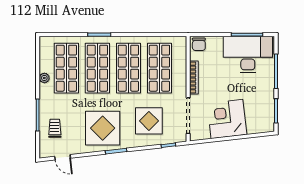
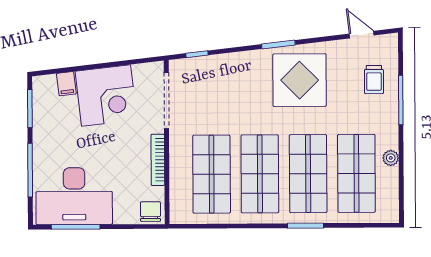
display table: (149, 121) -> (227, 92), removed
filing cabinet: (252, 127) -> (66, 84), added

